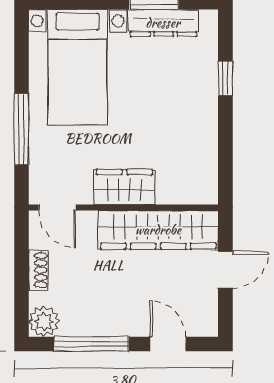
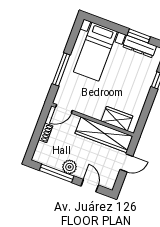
wardrobe: (124, 187) -> (117, 119), moved
door: (57, 208) -> (64, 109), hinge flipped
plant: (44, 321) -> (70, 167), moved

